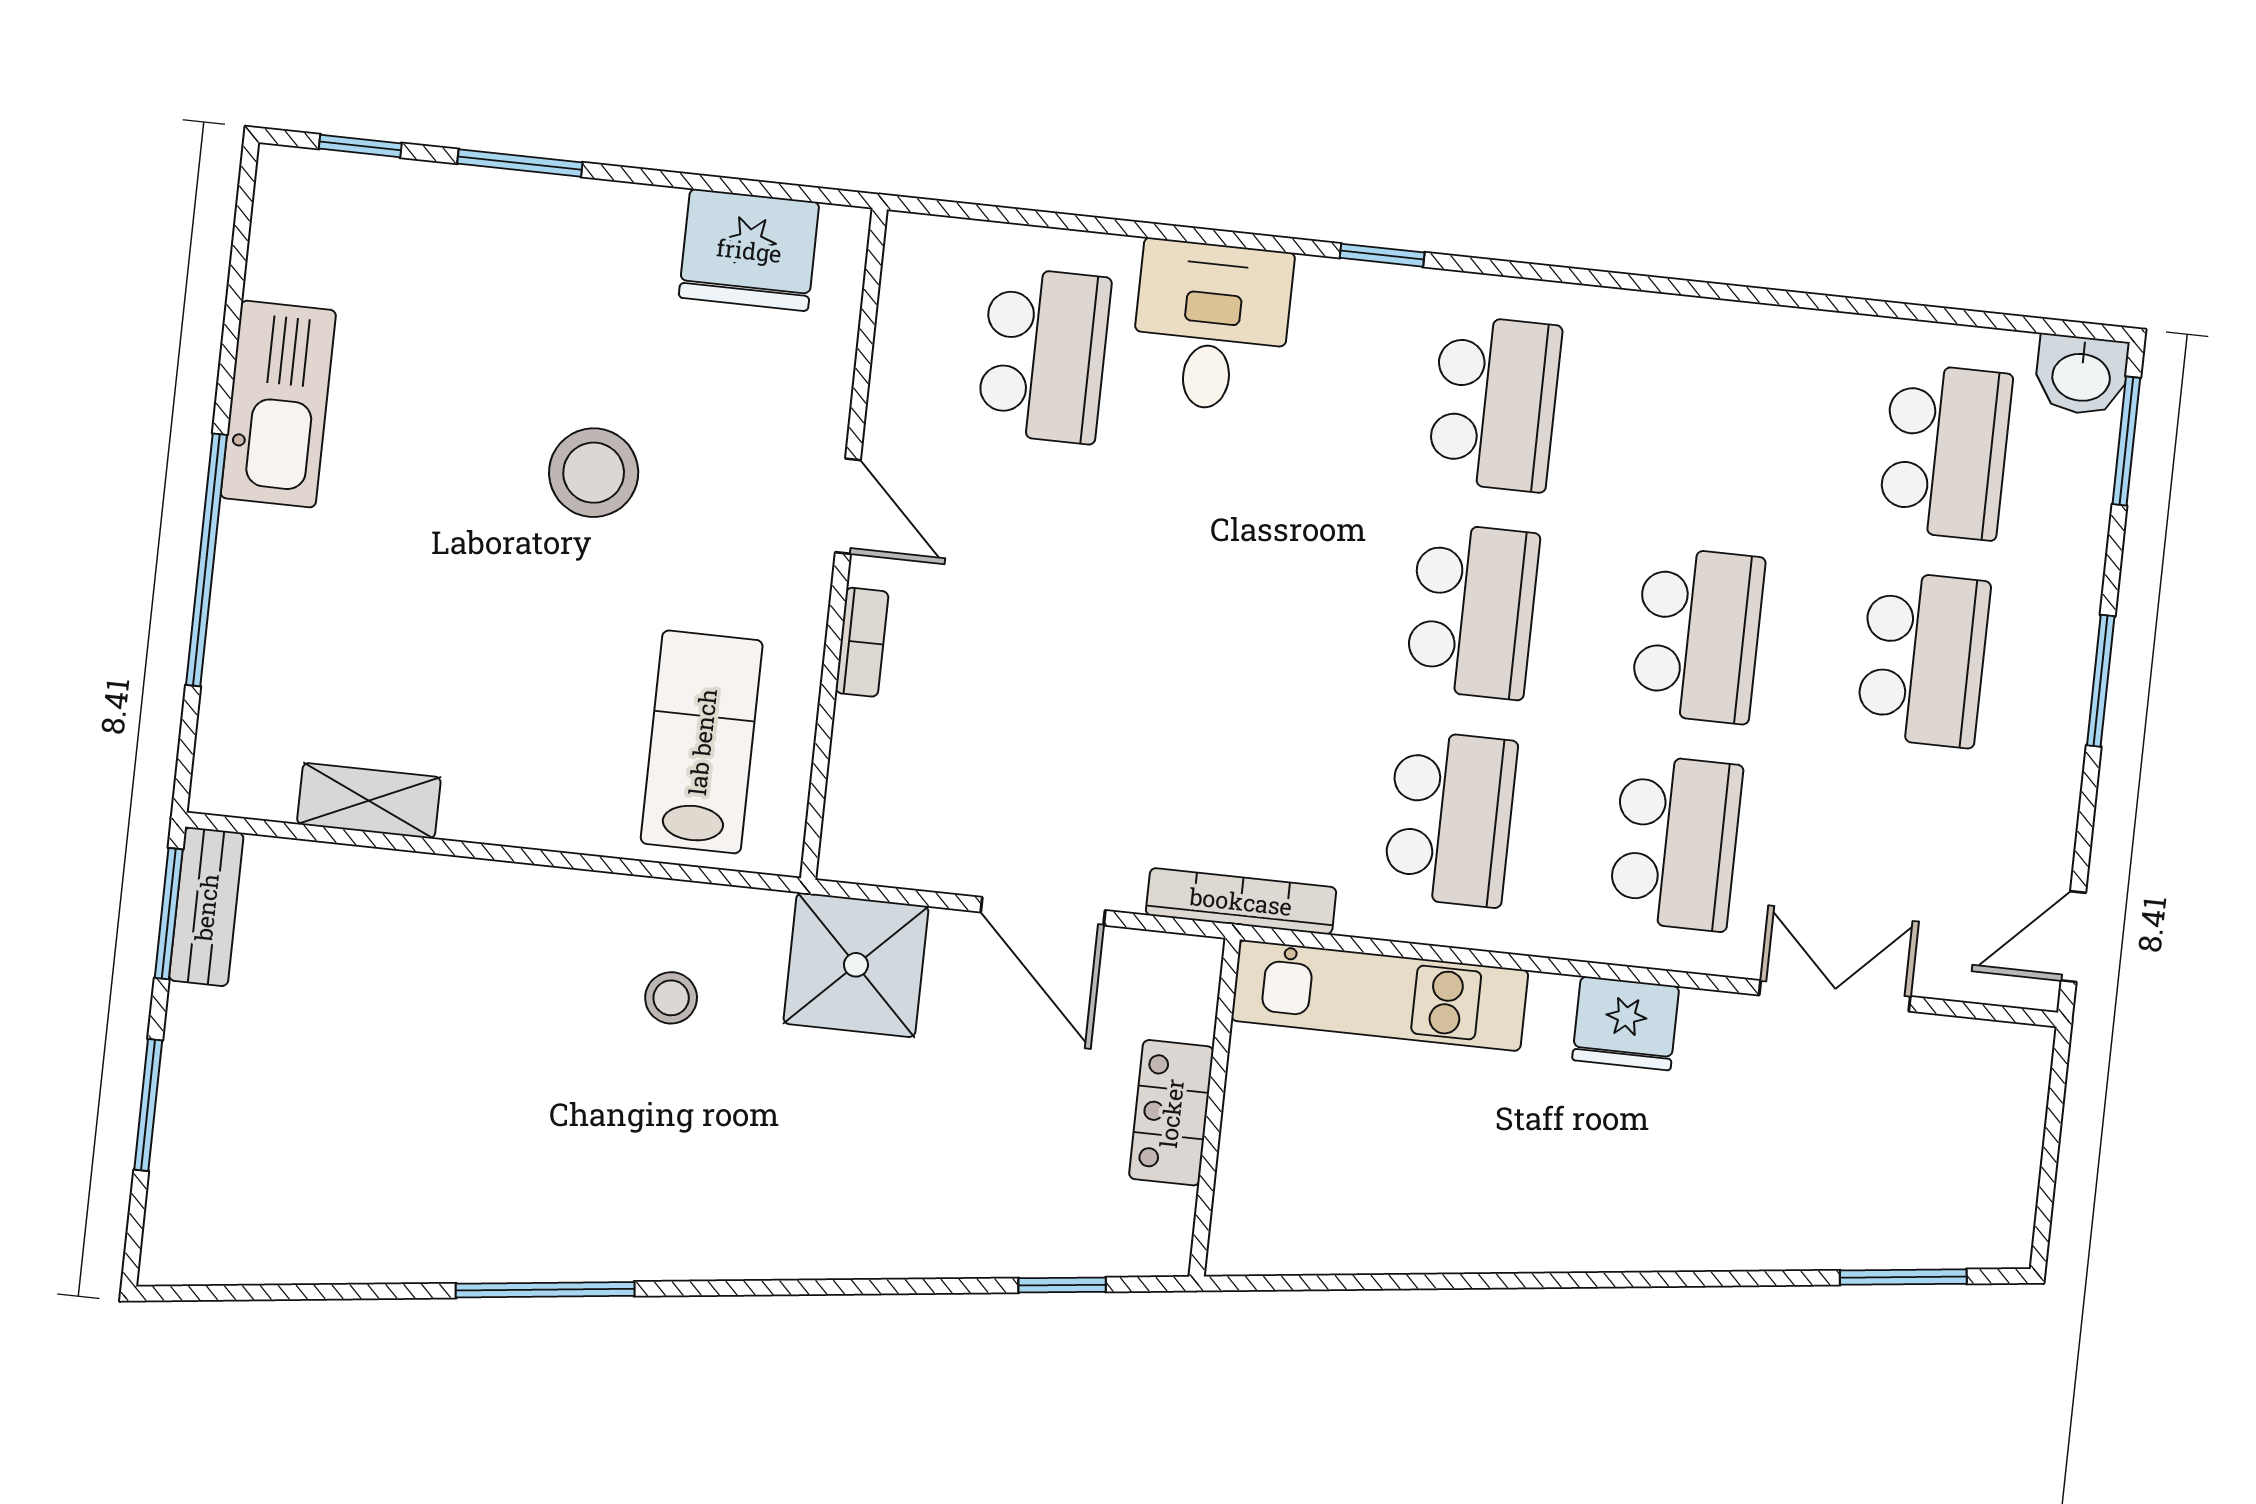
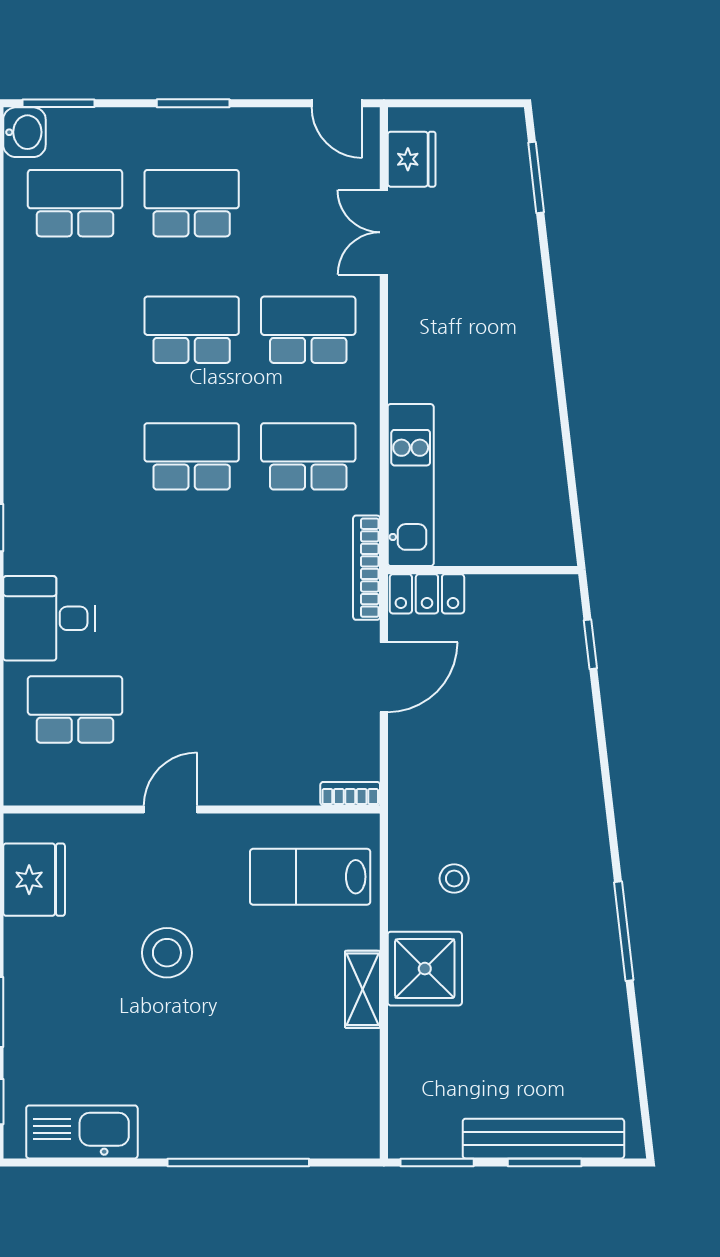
school desk: (1495, 403) -> (75, 456), removed
kitchen sink: (278, 404) -> (82, 1132), moved
bookcase: (862, 642) -> (350, 794), moved
shelving: (369, 801) -> (363, 989), moved
bench: (206, 907) -> (543, 1139), moved, width x1.86, depth x1.21
shower: (856, 965) -> (425, 969), moved
fridge: (1626, 1023) -> (412, 159), moved
locker: (1171, 1113) -> (427, 594), moved

